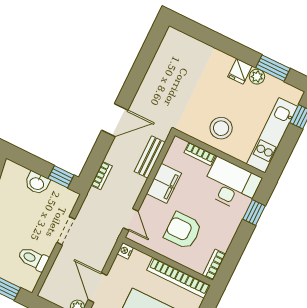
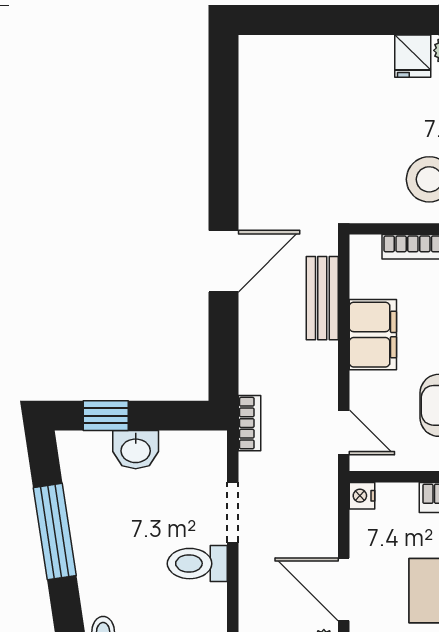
bookcase: (102, 176) -> (249, 423), moved
window: (61, 177) -> (106, 416), moved
toilet: (33, 259) -> (197, 564), moved

